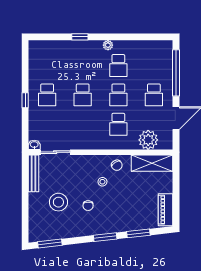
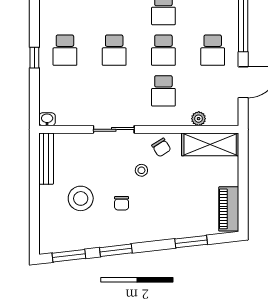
plant: (148, 140) -> (199, 119), width x0.53, depth x0.53
sliding door: (55, 152) -> (114, 129), moved
window: (105, 237) -> (116, 250), moved

